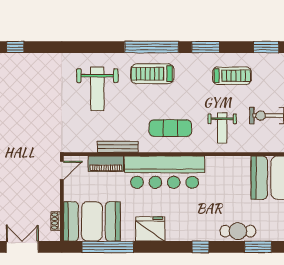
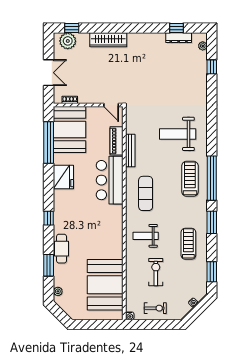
treadmill: (232, 76) -> (188, 244), turned 180
bar counter: (165, 172) -> (110, 180), width x0.73

